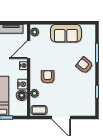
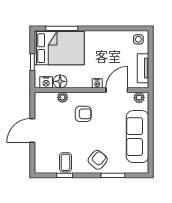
sofa: (66, 33) -> (137, 137), width x1.36
door: (29, 50) -> (117, 90), hinge flipped
nightstand: (22, 84) -> (46, 82), moved
coffee table: (39, 110) -> (66, 162), moved

